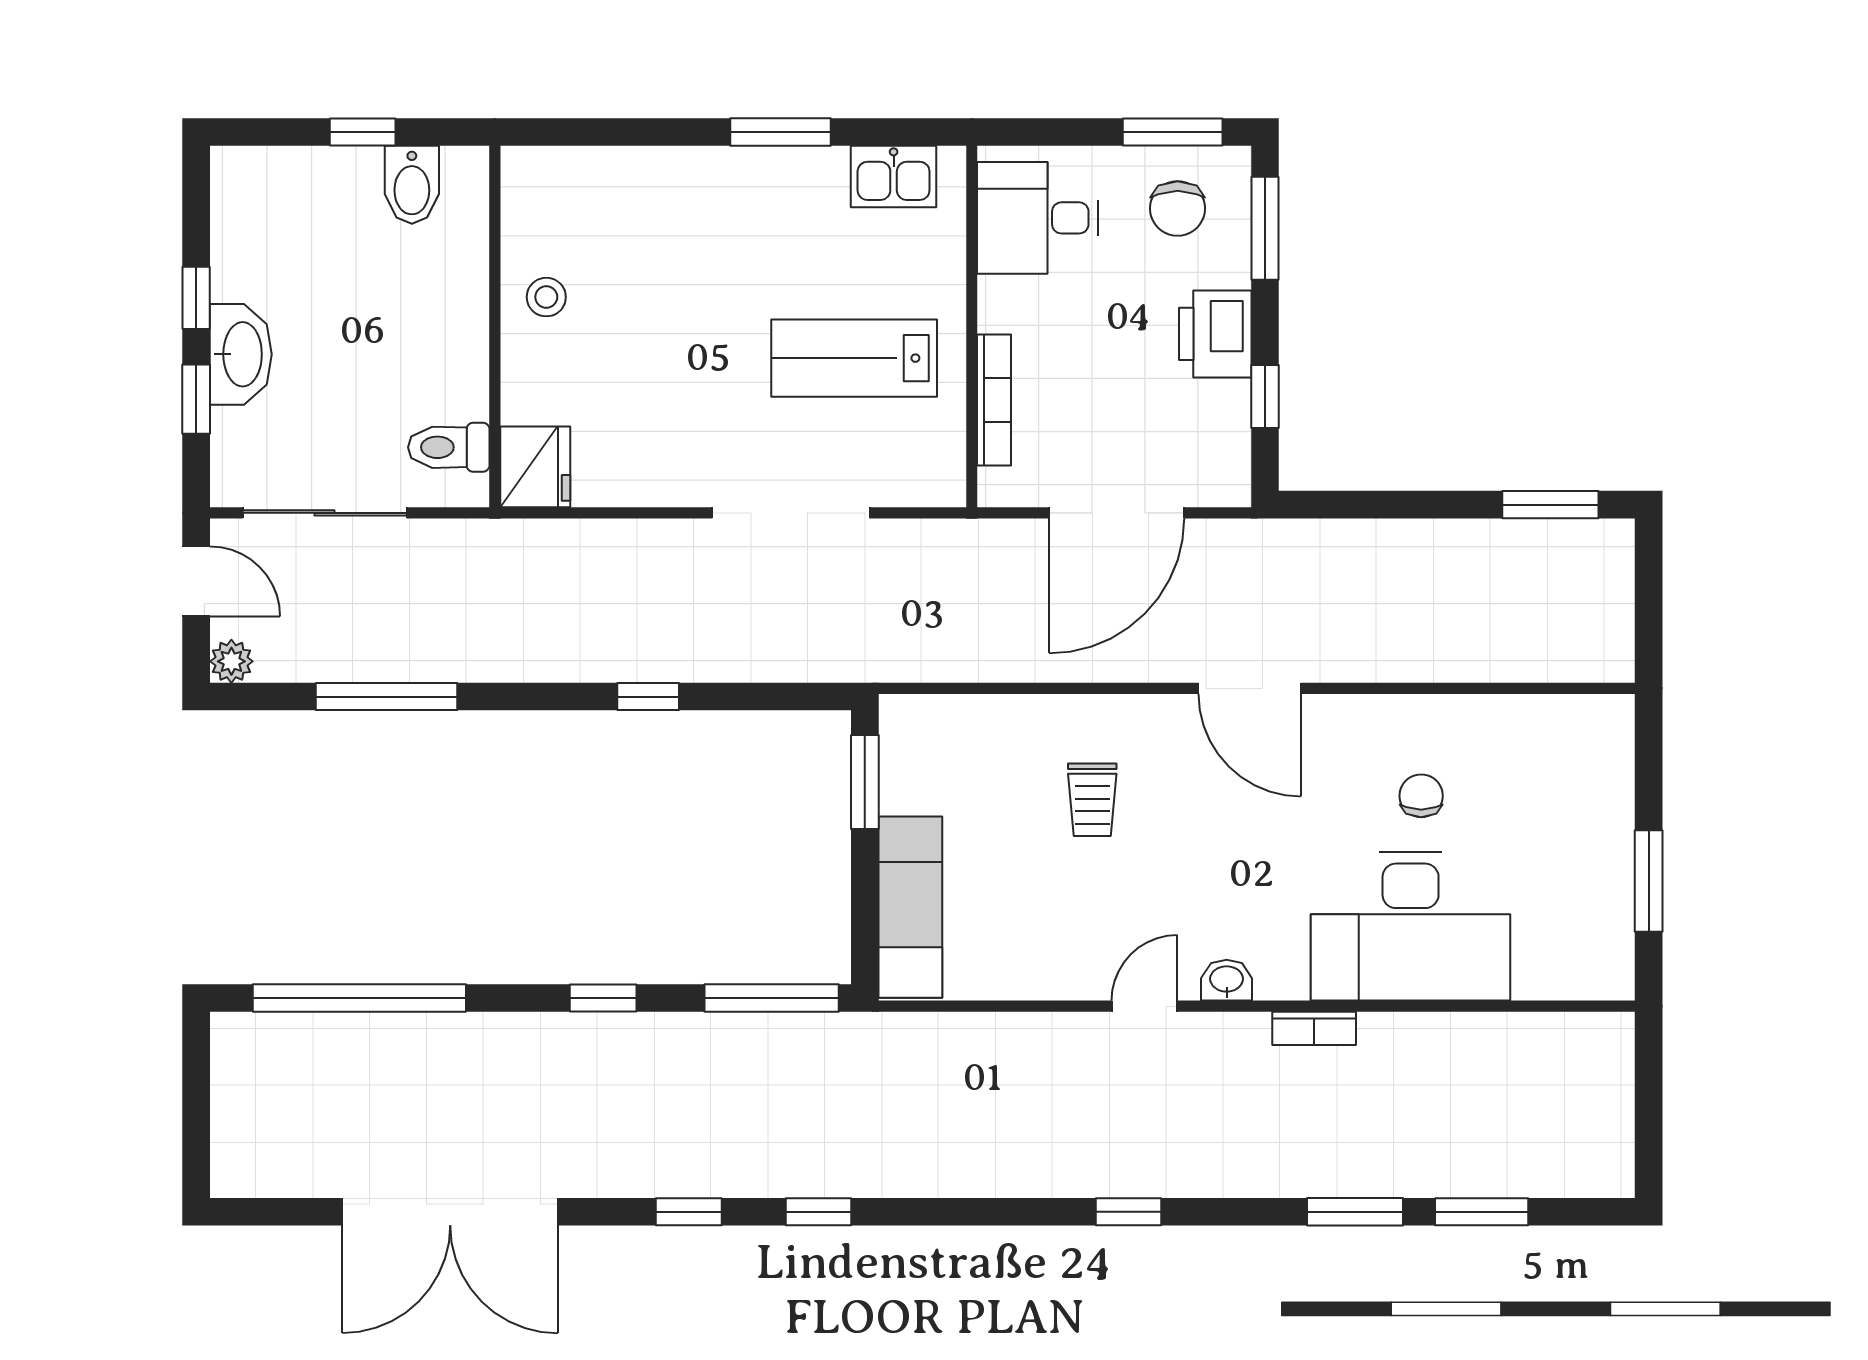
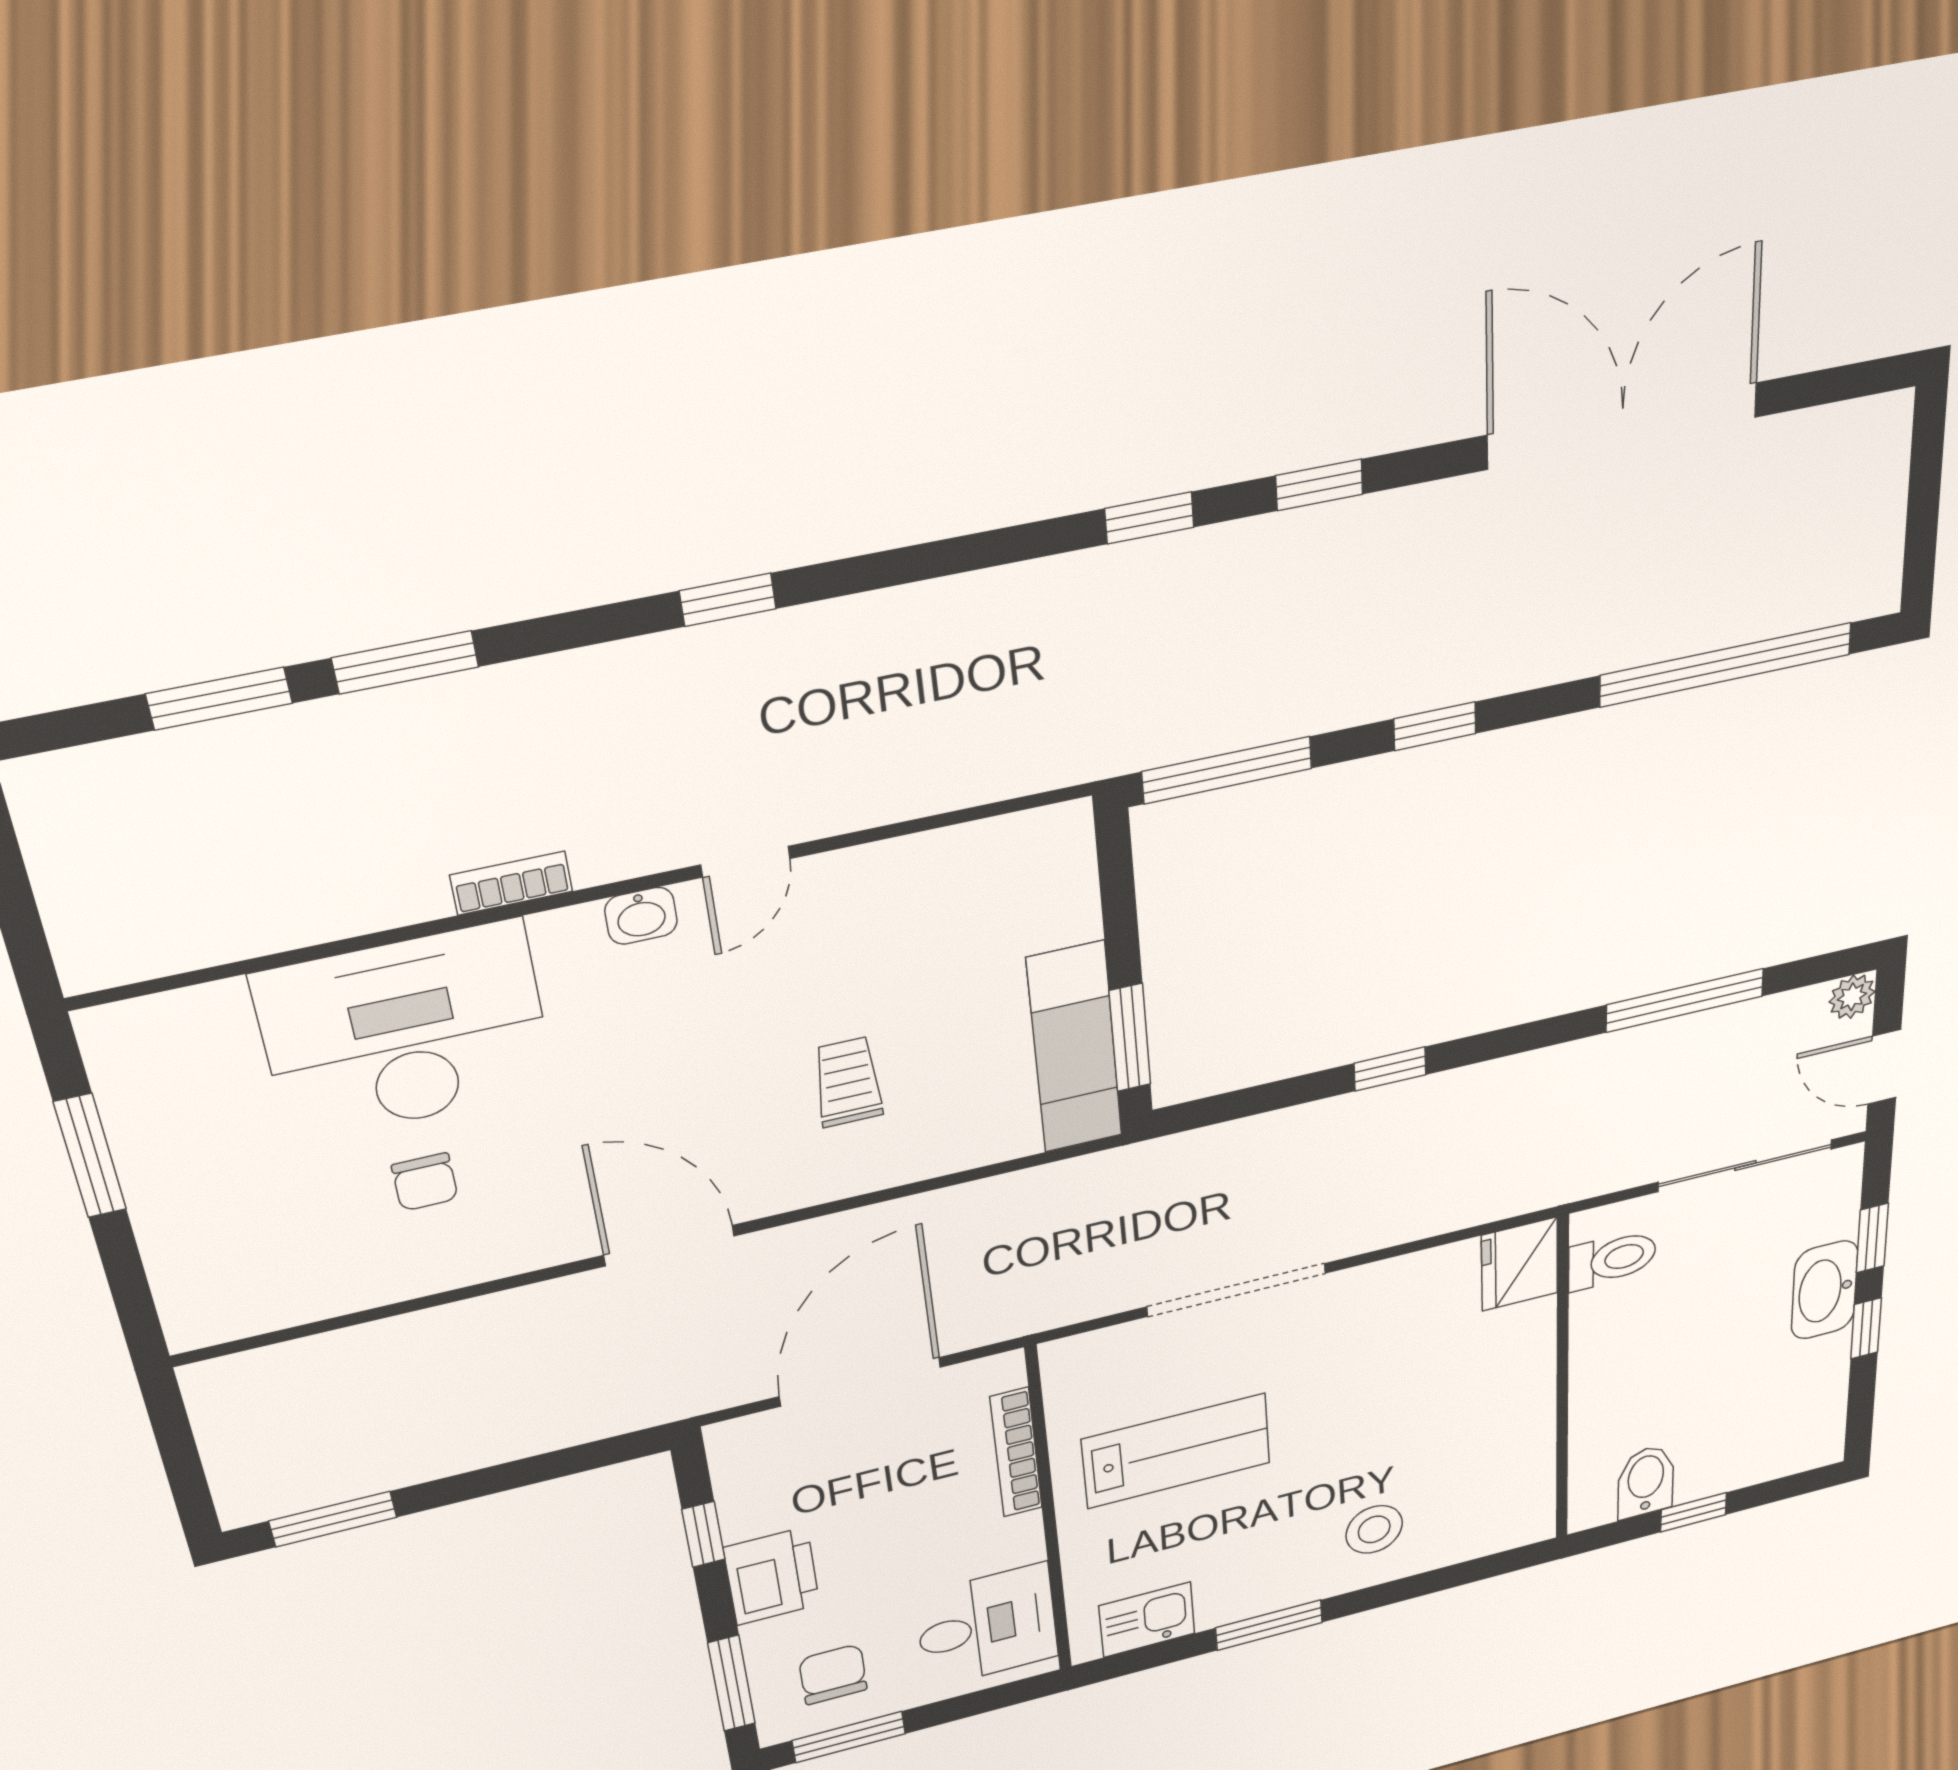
stool: (546, 297) -> (1374, 1529), moved, width x1.37, depth x1.37
exam couch: (910, 907) -> (1074, 1048), moved

